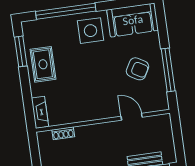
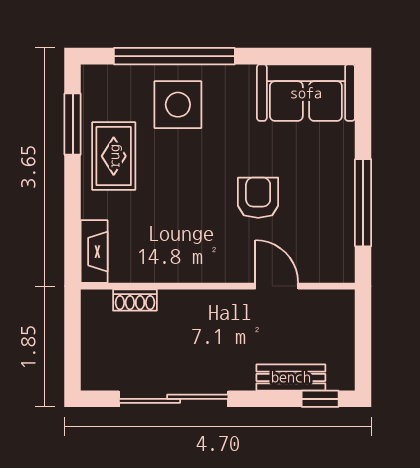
side table: (90, 31) -> (178, 105), moved
armchair: (138, 69) -> (258, 198), moved, turned -120

